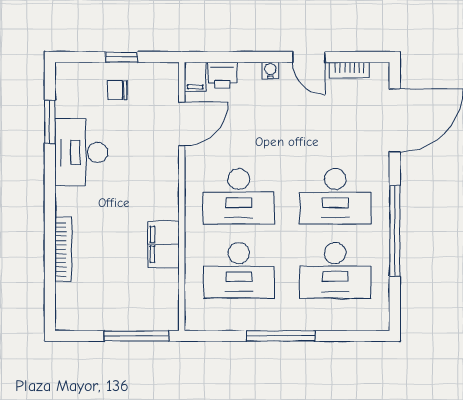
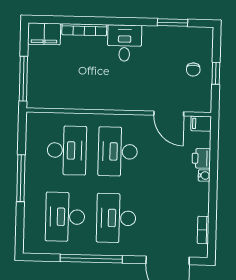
door: (309, 57) -> (213, 202), removed
printer: (223, 75) -> (201, 158), moved
chair: (117, 90) -> (193, 70), turned 180
desk: (81, 152) -> (124, 43), moved, width x0.73
filing cabinet: (163, 244) -> (44, 34), moved, turned 180
desk: (239, 270) -> (67, 150), turned 180

